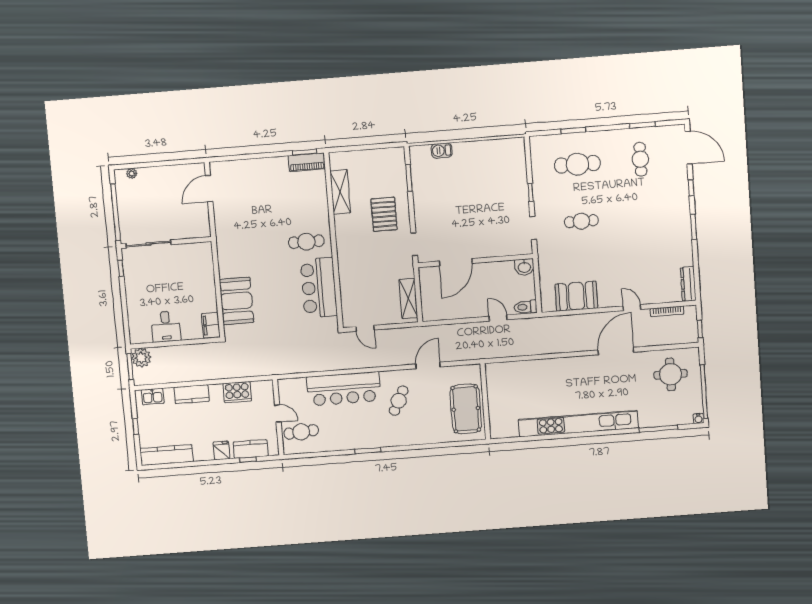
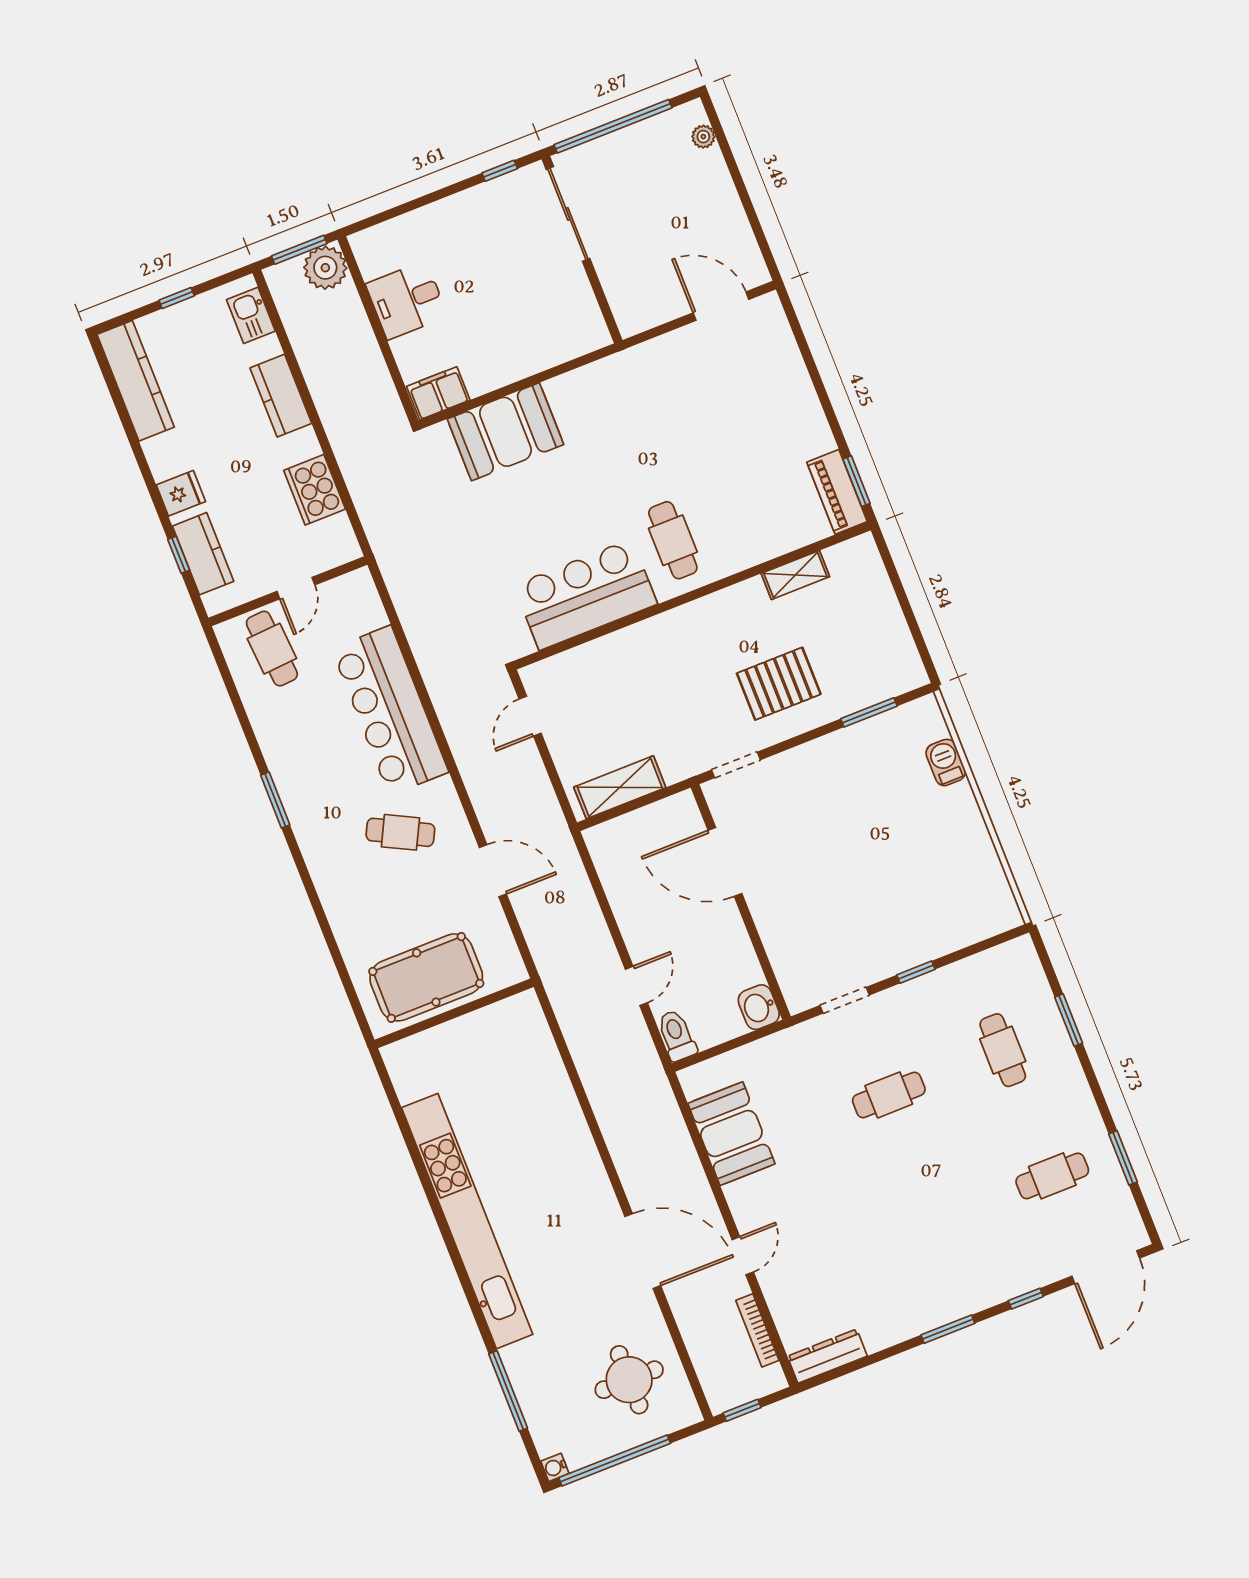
cafe table: (577, 164) -> (1003, 1050), width x0.73, depth x0.74
shelving: (340, 192) -> (795, 575), width x0.67, depth x0.75
cafe table: (581, 221) -> (889, 1095), turned 90

